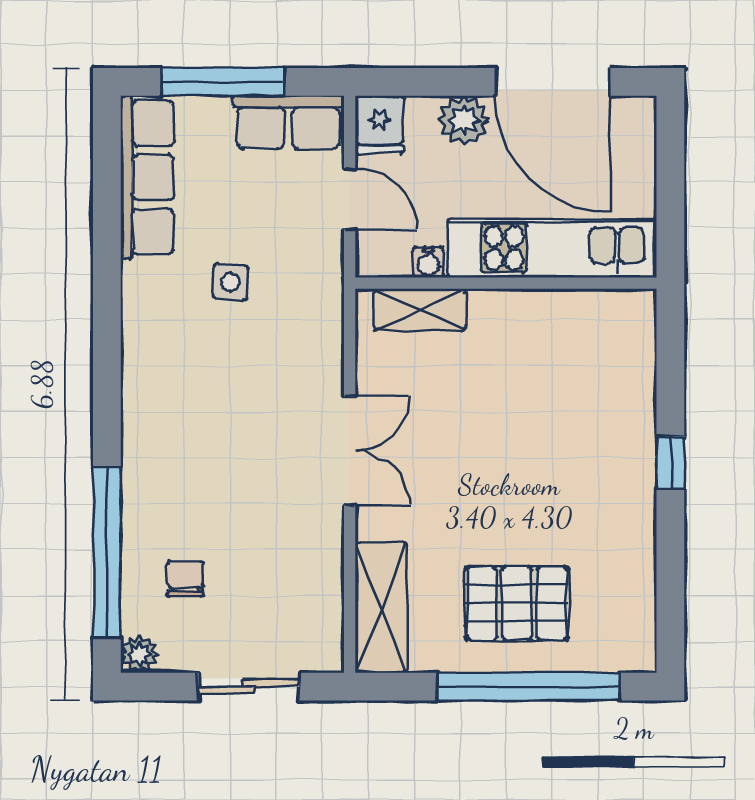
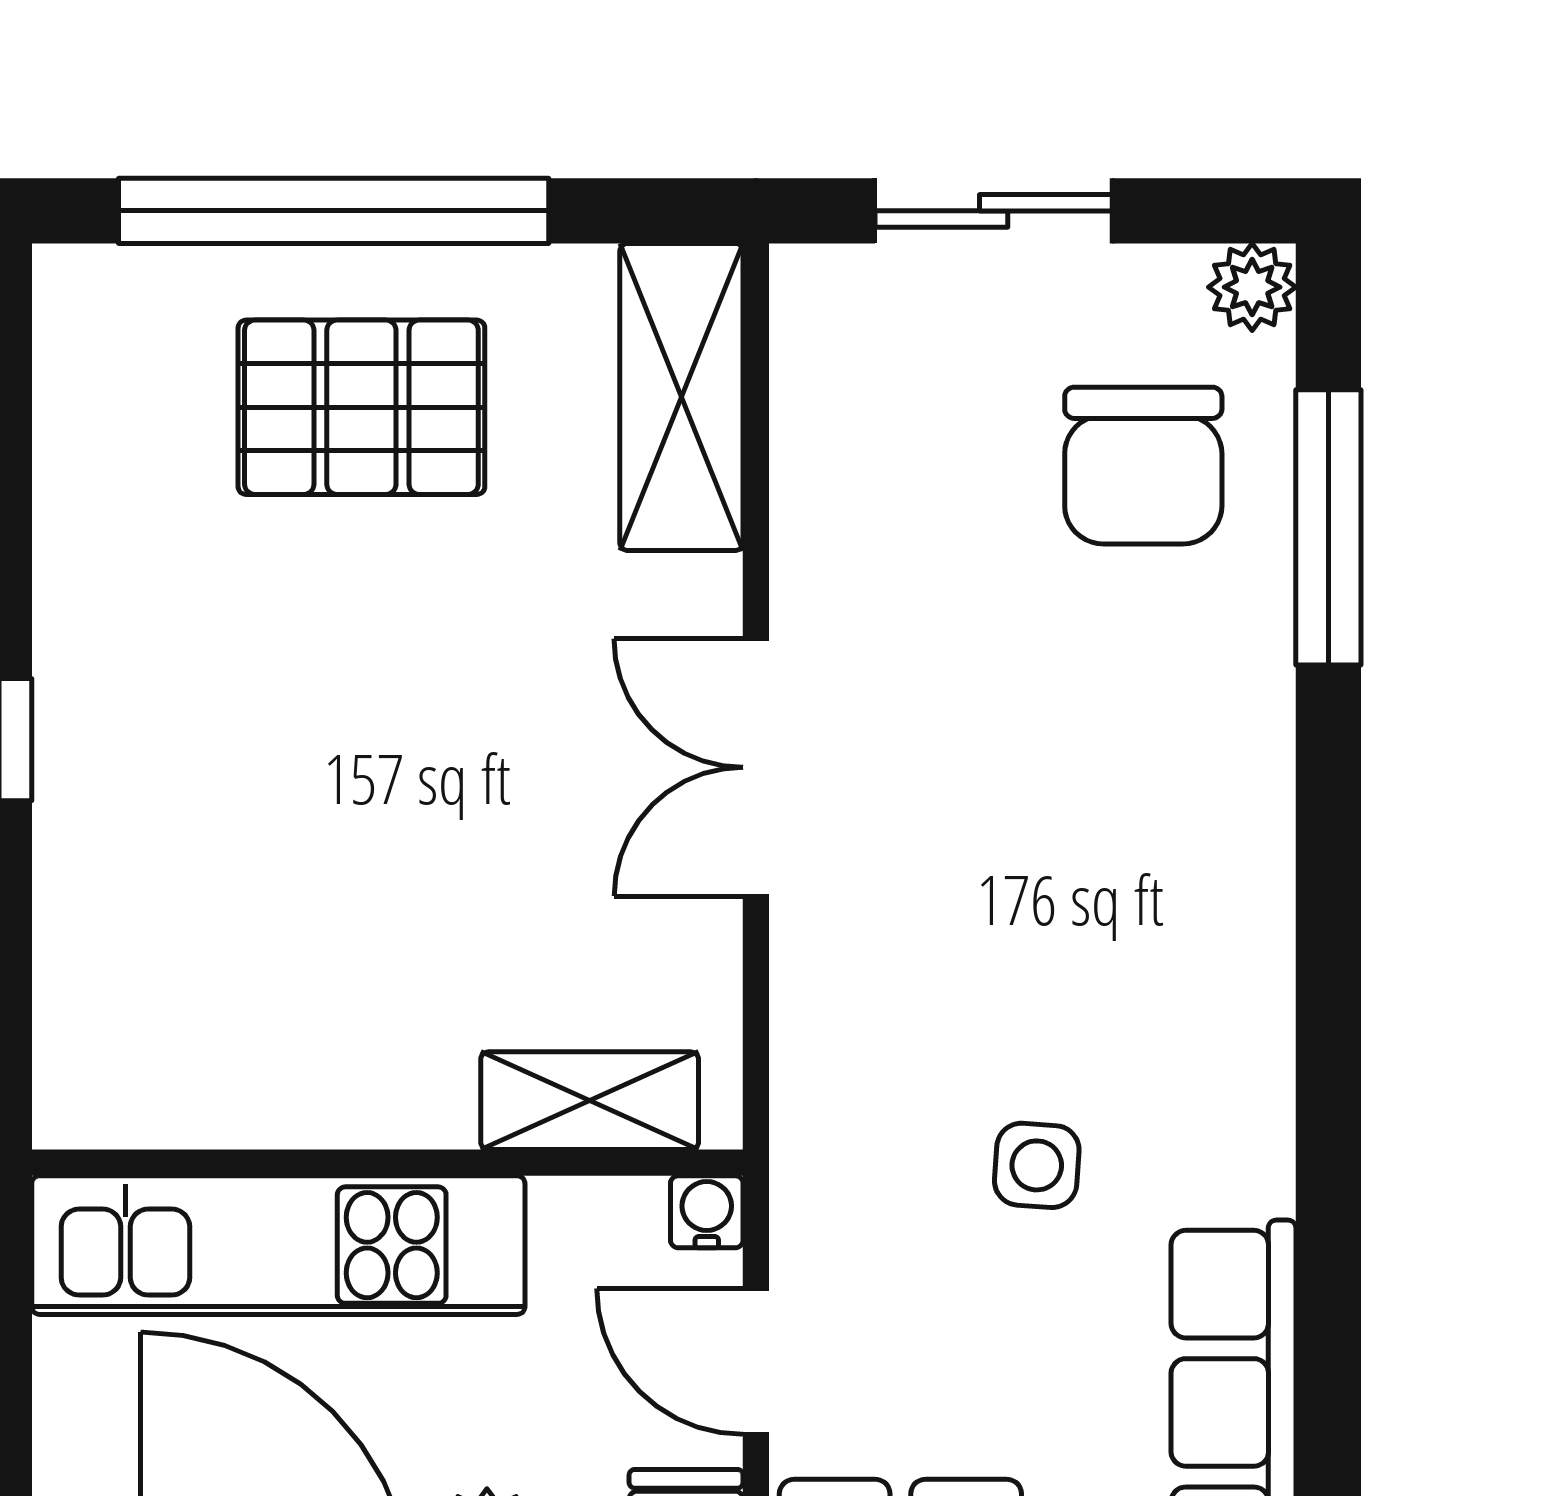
water cooler: (429, 262) -> (707, 1212), moved
window: (107, 552) -> (1328, 527), width x0.68
chair: (185, 579) -> (1143, 466), width x1.87, depth x1.87

